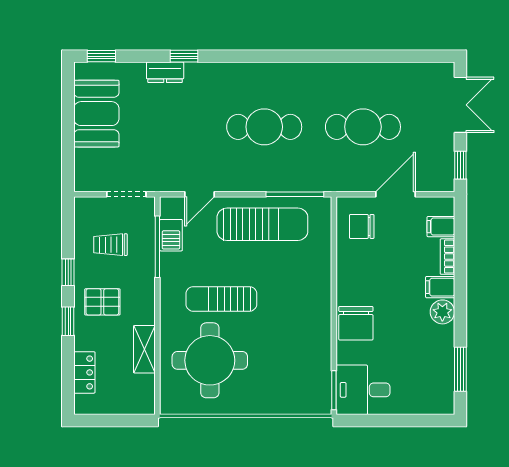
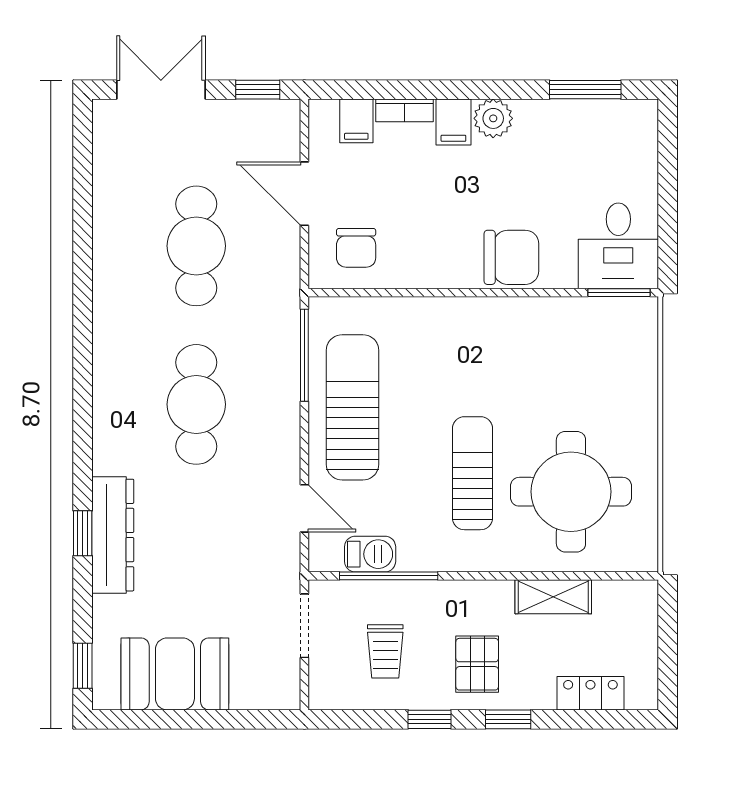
dresser: (165, 72) -> (113, 535), width x1.96, depth x1.24
sun lounger: (221, 299) -> (472, 473), turned 180

